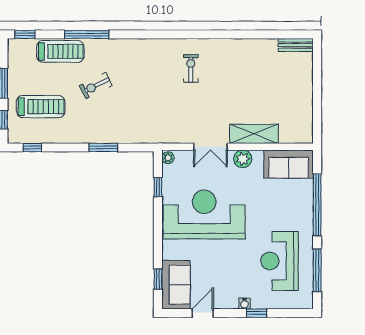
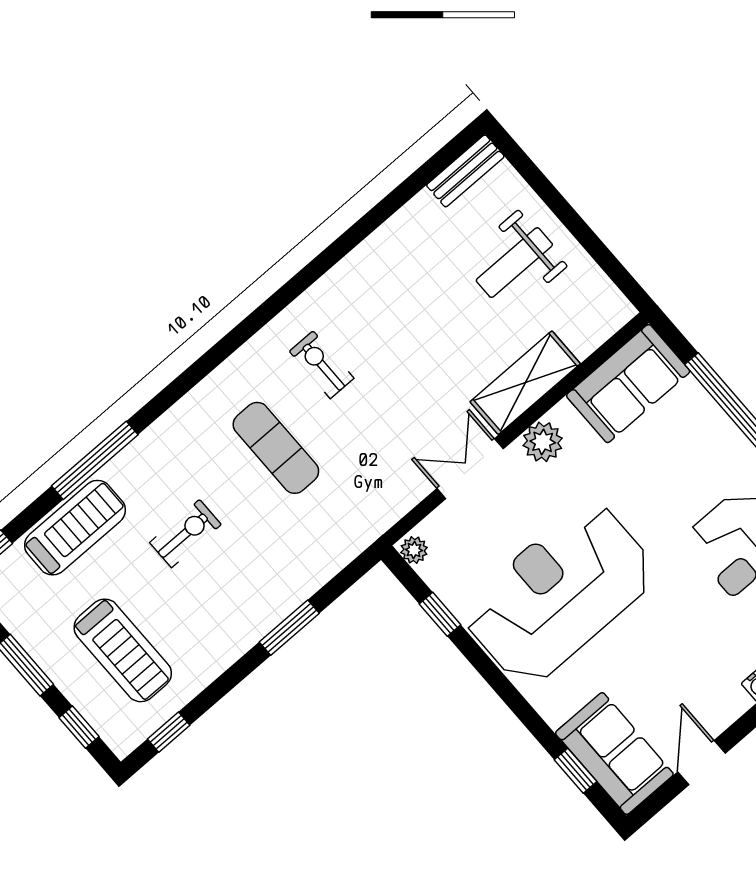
exercise mat: (151, 83) -> (276, 448), added
exercise bike: (96, 86) -> (185, 534), turned -153
weight bench: (285, 90) -> (514, 263), added
treadmill: (41, 107) -> (123, 650), turned 90
double door: (211, 147) -> (470, 469), swing flipped

